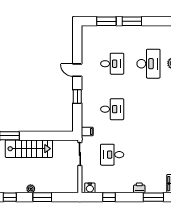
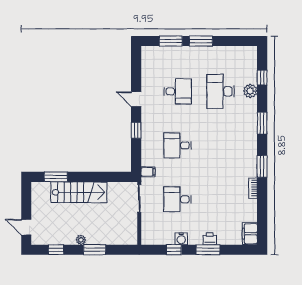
desk: (148, 64) -> (221, 91), turned 180
desk: (112, 109) -> (178, 145), turned 180
water cooler: (90, 188) -> (181, 239), moved
window: (153, 197) -> (208, 250), moved

